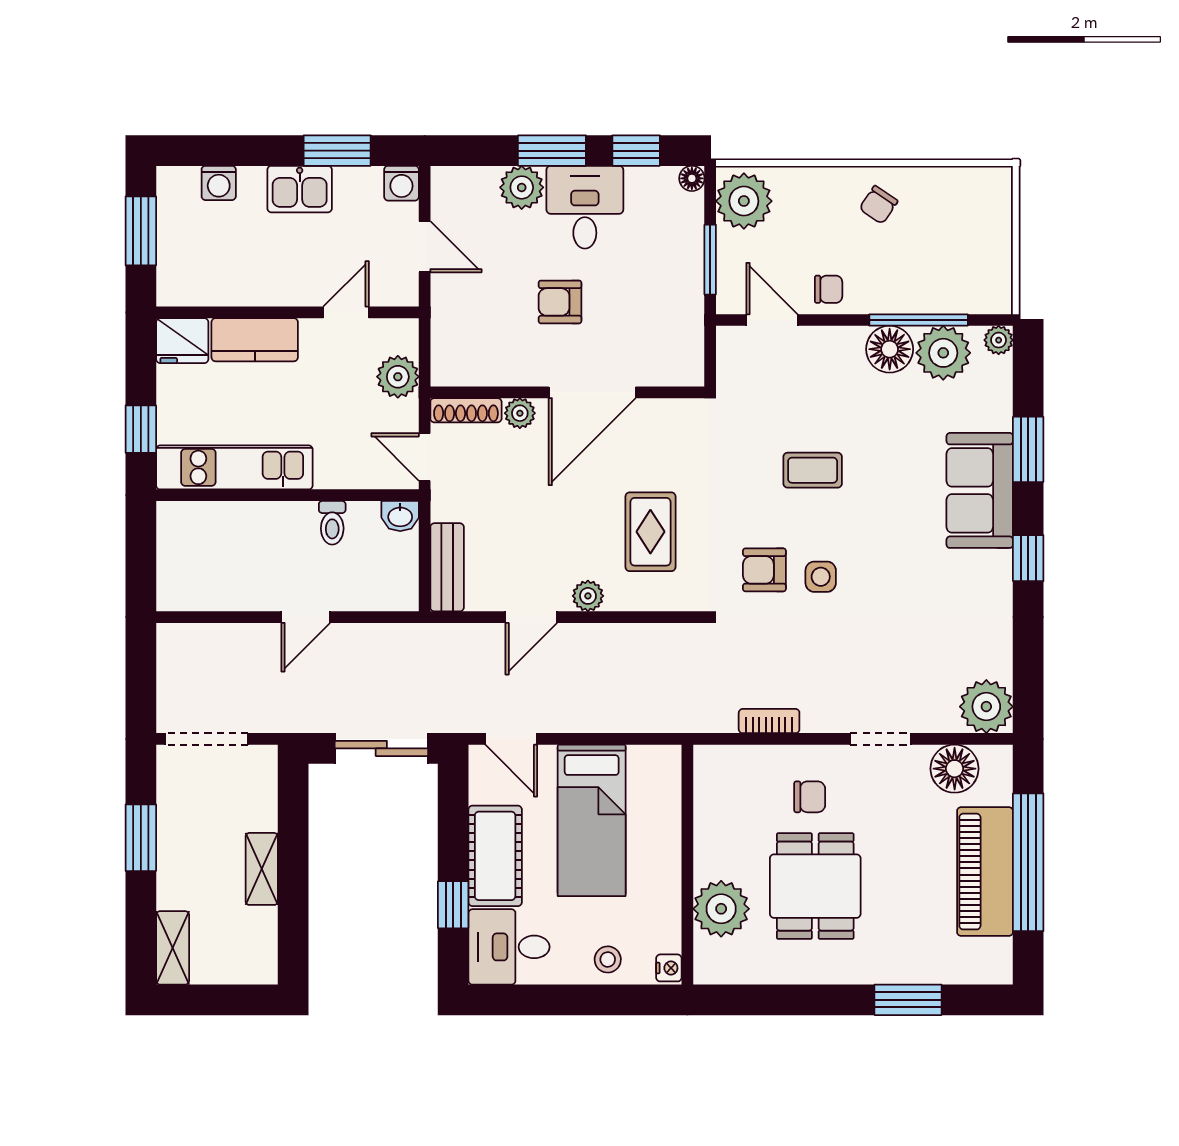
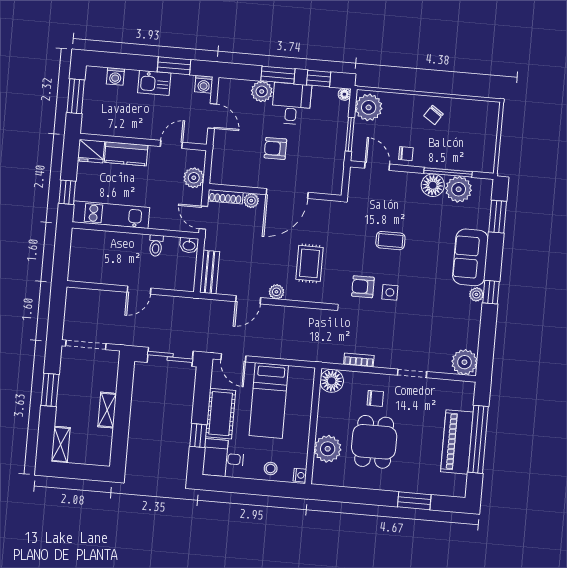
plant: (999, 340) -> (476, 294), moved
window: (1028, 449) -> (498, 217), moved
floor lamp: (955, 769) -> (332, 381), moved

